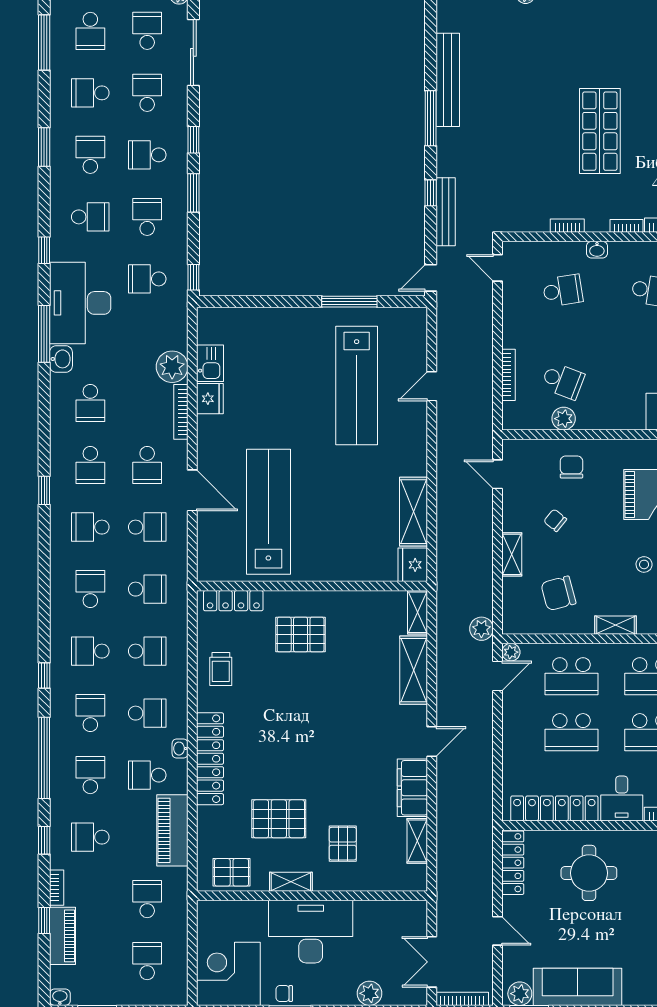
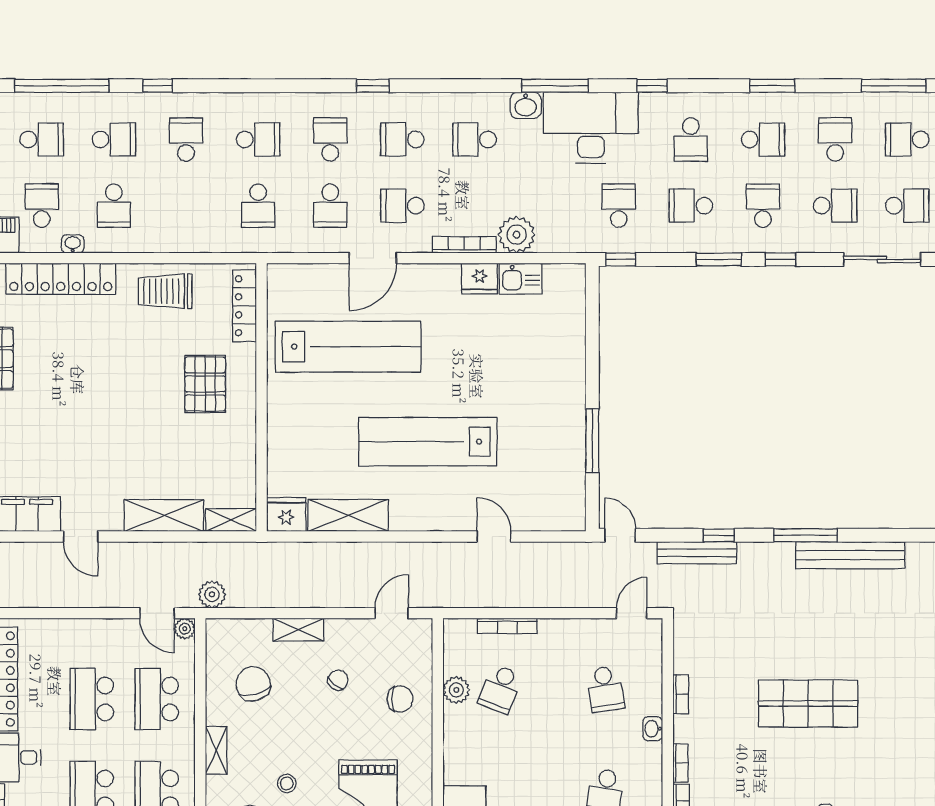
shop shelf: (600, 131) -> (808, 704), moved
school desk: (147, 217) -> (691, 206), turned 180
lab bench: (357, 386) -> (428, 442), moved
school desk: (147, 651) -> (186, 206), removed
trolley: (221, 669) -> (165, 291), width x1.36, depth x1.39

